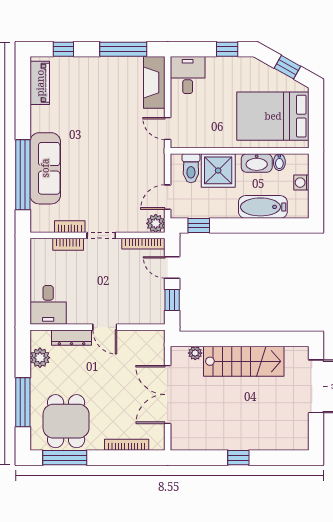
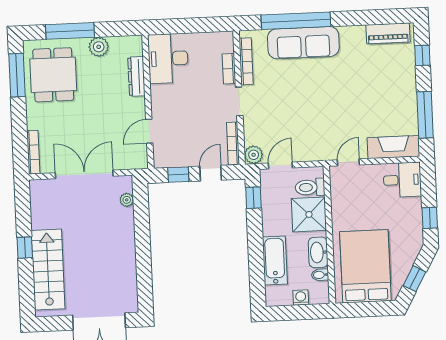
door: (168, 197) -> (280, 166), hinge flipped
bookcase: (70, 227) -> (246, 61), width x1.56
desk: (48, 305) -> (168, 58), width x1.37
door: (105, 327) -> (149, 131), moved
plant: (40, 358) -> (99, 47), moved
stairs: (244, 361) -> (48, 270), moved, turned 180
dining table: (66, 421) -> (53, 75), turned 90
bookcase: (127, 445) -> (33, 152), moved

